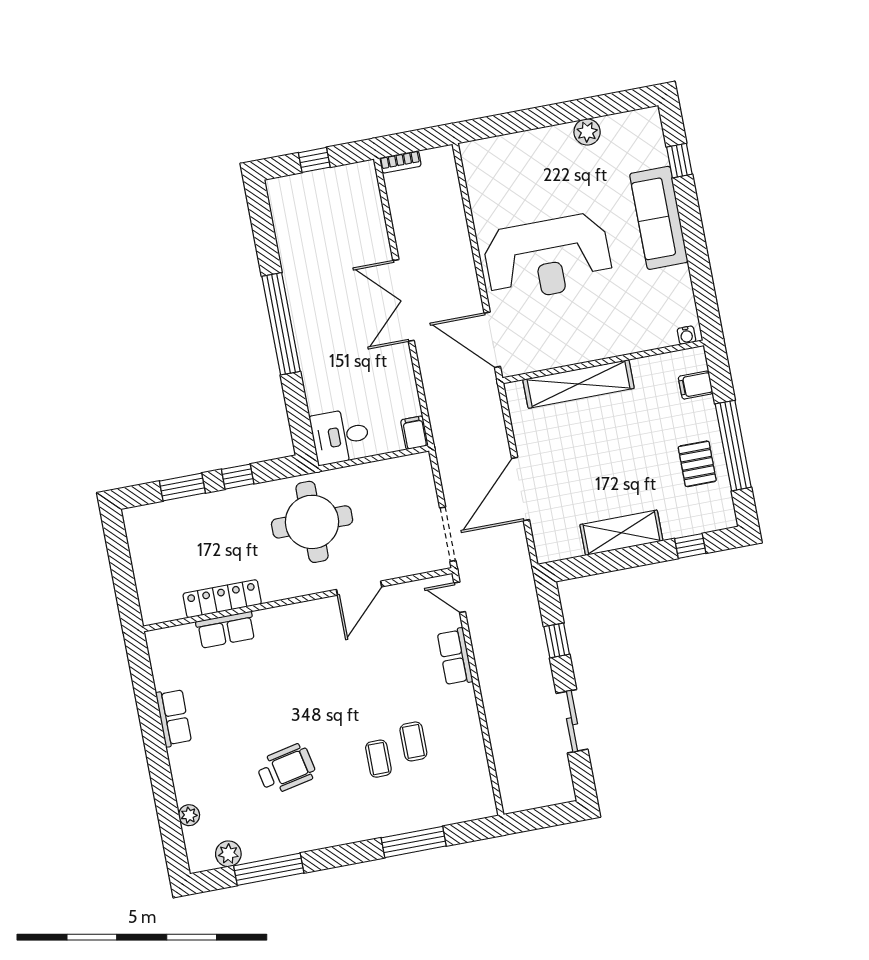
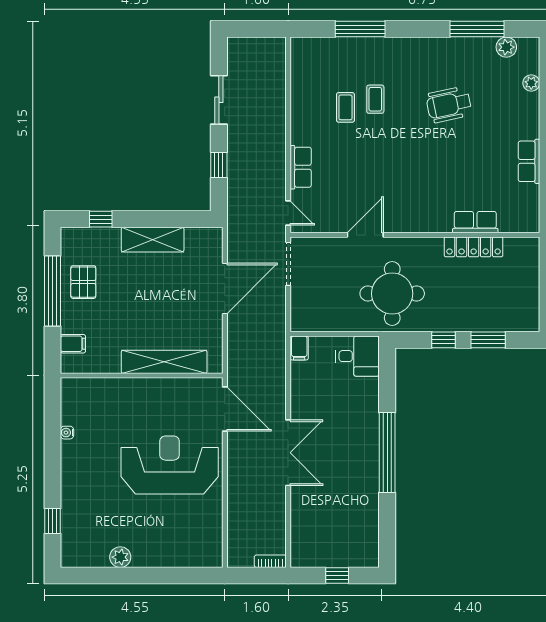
sofa: (659, 218) -> (77, 479), removed
water cooler: (686, 335) -> (67, 433), moved, turned -90

